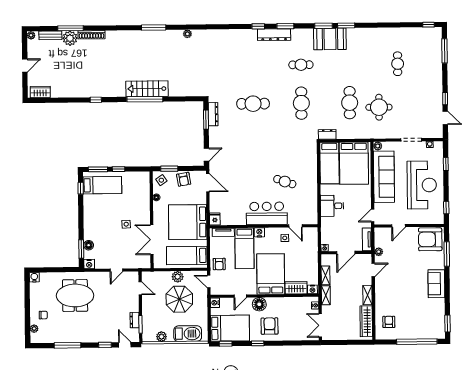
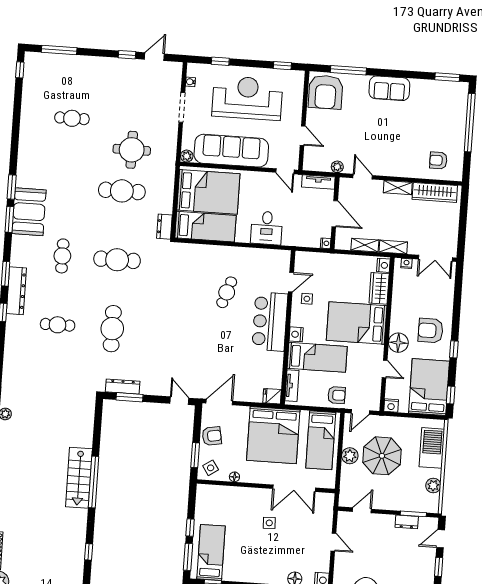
cafe table: (253, 65) -> (58, 325), added

